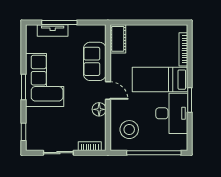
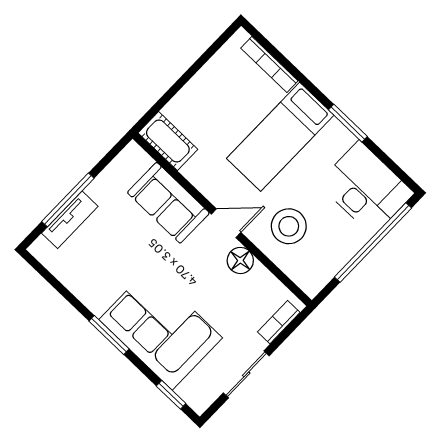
corner sofa: (45, 80) -> (161, 329), moved
desk: (172, 113) -> (366, 188), moved
stool: (129, 130) -> (289, 226), moved

